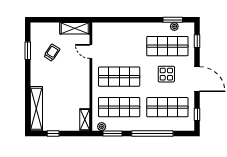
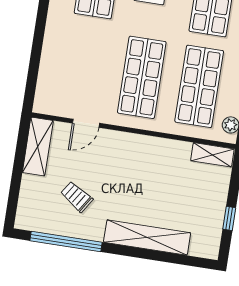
window: (28, 51) -> (66, 241), width x2.11
shelving: (36, 109) -> (147, 238), moved

